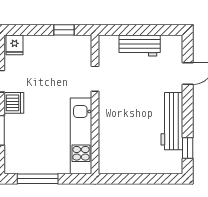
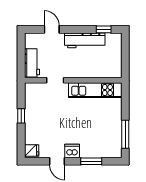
doorway: (95, 79) -> (55, 80), moved
wall: (95, 104) -> (73, 80), moved
kitchen unit: (81, 136) -> (95, 90), moved

